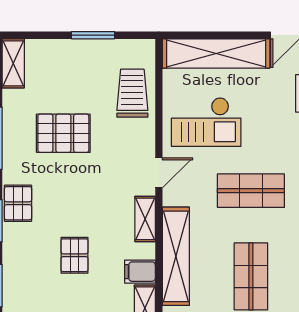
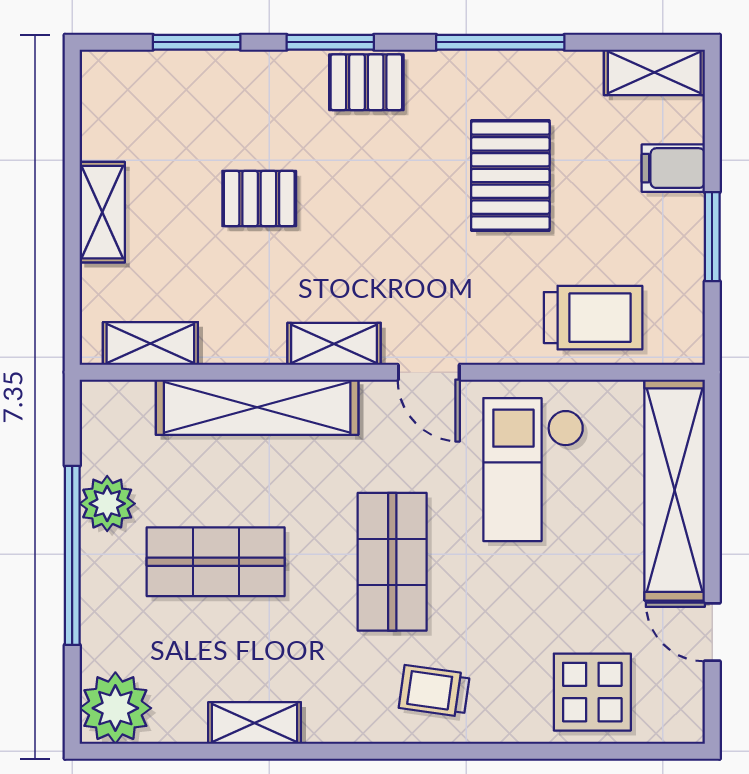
filing cabinet: (140, 272) -> (673, 168), moved, turned -90

